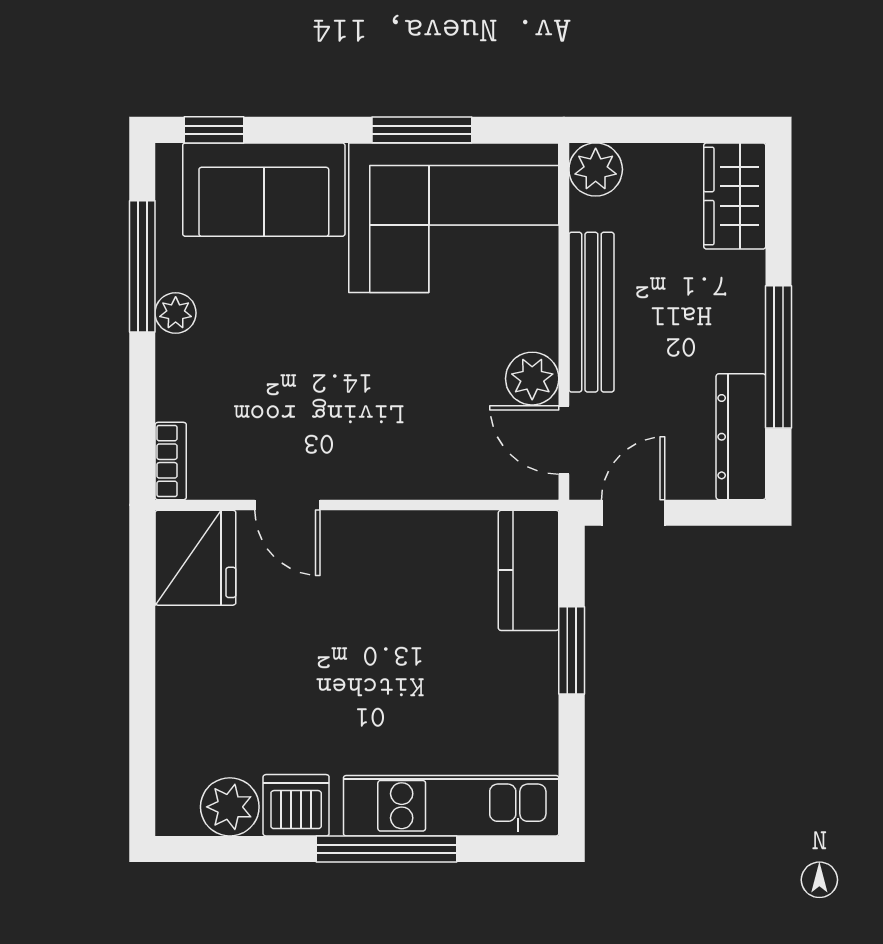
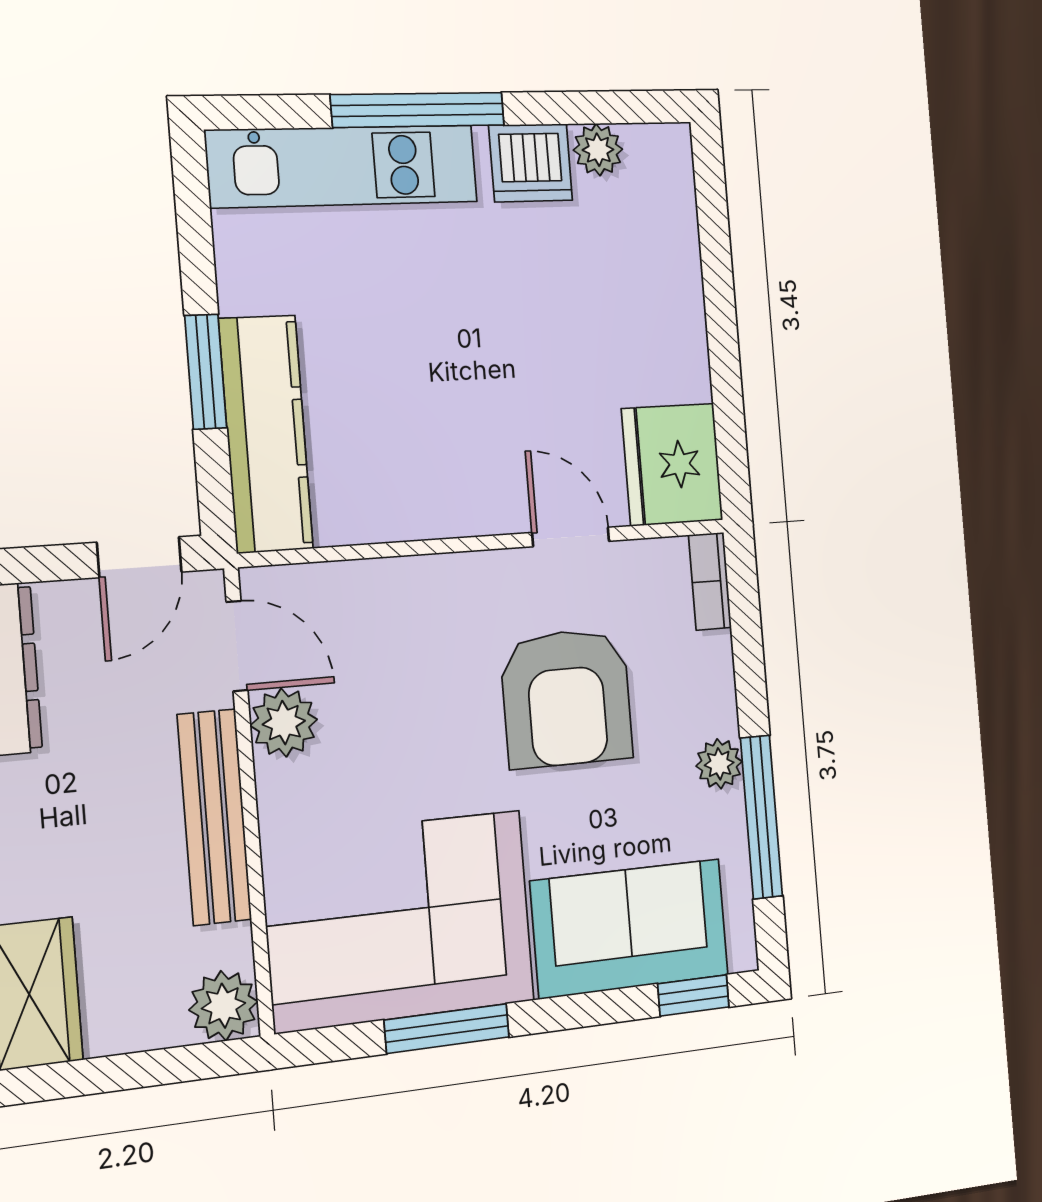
armchair: (302, 377) -> (567, 698), added
kitchen counter: (529, 570) -> (266, 434), width x1.50
plant: (230, 807) -> (598, 150), width x0.73, depth x0.73

